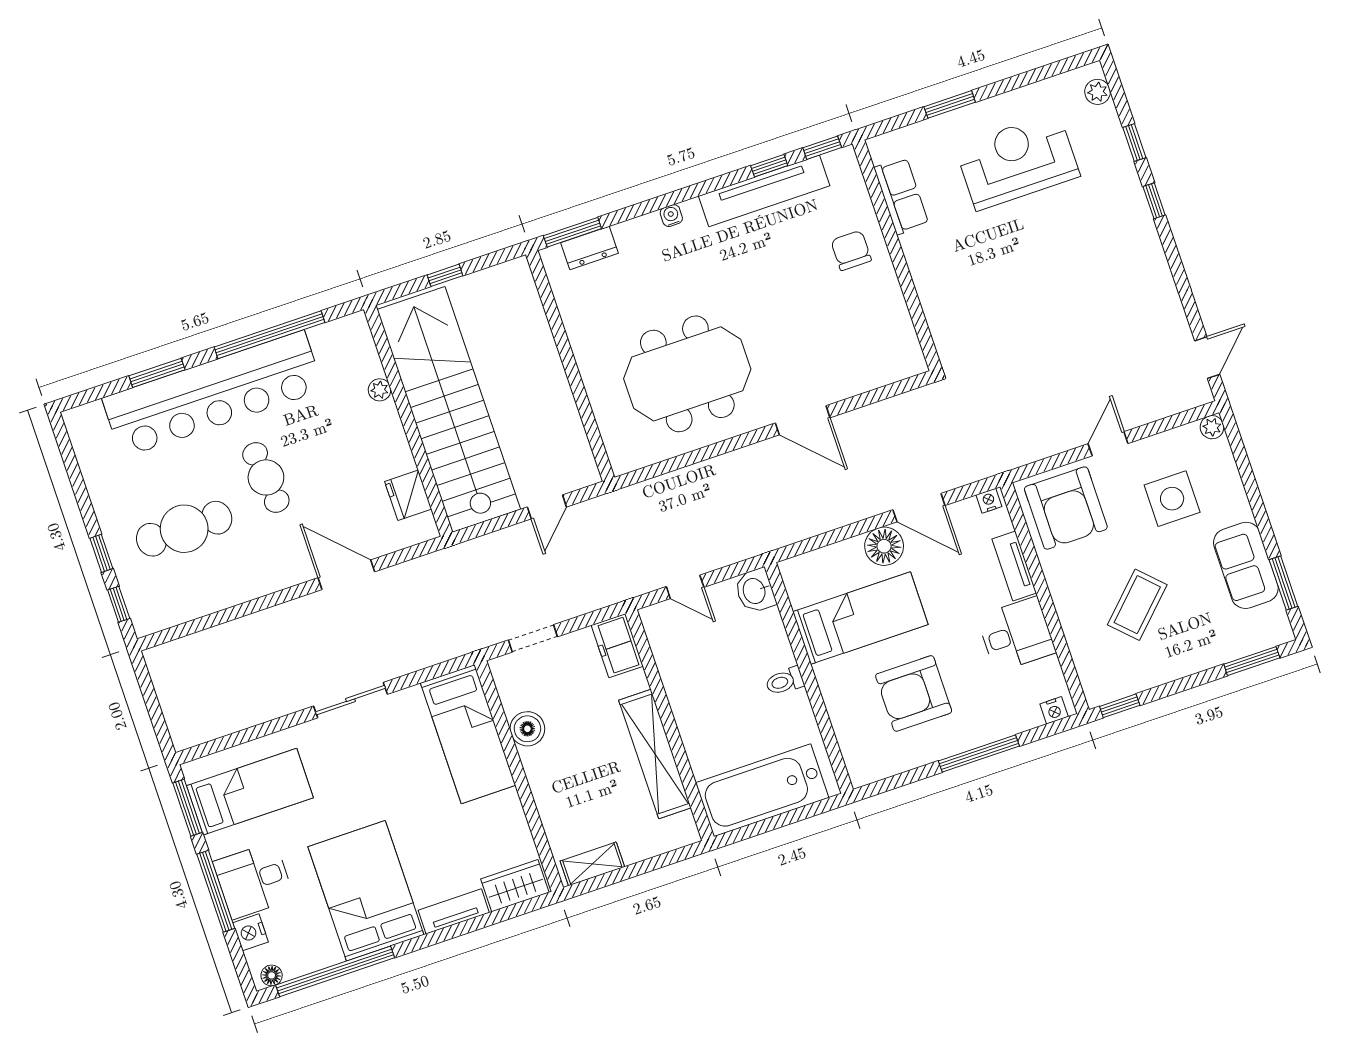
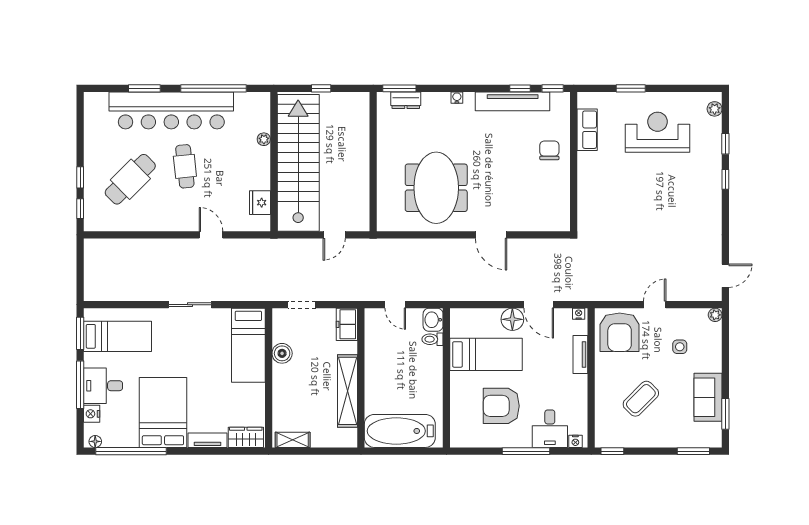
meeting table: (687, 374) -> (436, 188), turned 90
side table: (1172, 499) -> (680, 347), width x0.54, depth x0.54
cafe table: (184, 529) -> (130, 179), turned -45
door: (346, 575) -> (211, 235), width x0.73
desk: (1016, 634) -> (550, 429), moved, turned 90
toilet: (785, 681) -> (433, 339), moved

